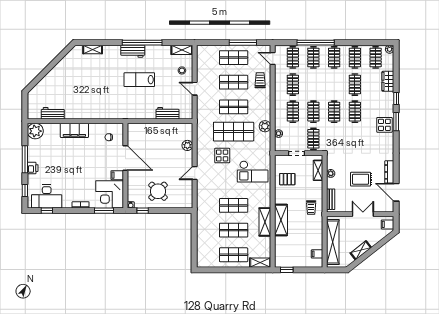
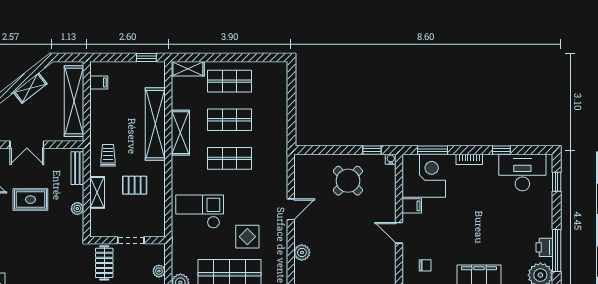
door: (125, 158) -> (399, 233), width x0.53
window: (25, 159) -> (557, 250), moved
printer: (33, 168) -> (544, 247), moved
shelving: (318, 170) -> (97, 192), moved
pallet: (287, 179) -> (135, 185), moved
window: (47, 211) -> (501, 150), moved
shelving: (281, 220) -> (155, 124), width x1.47

